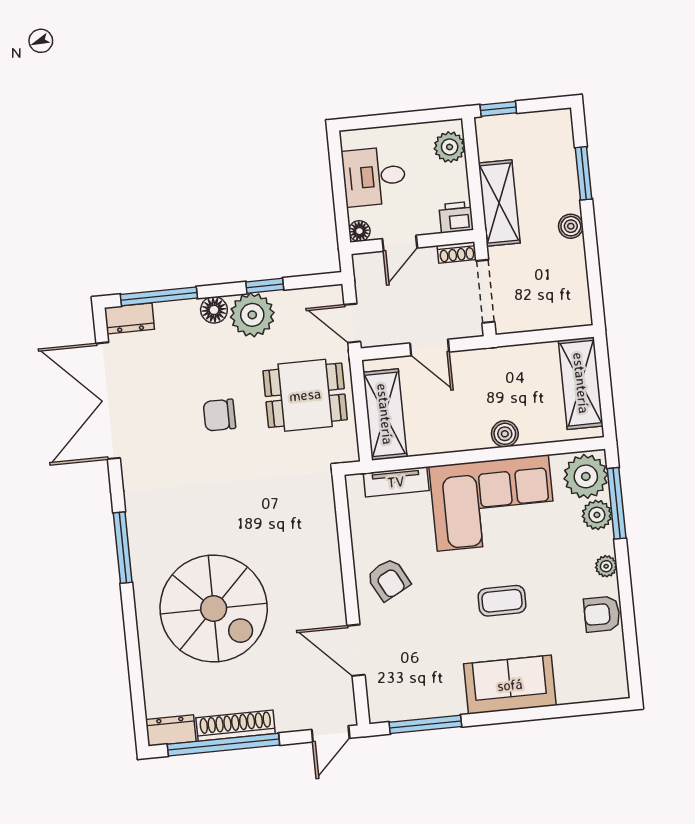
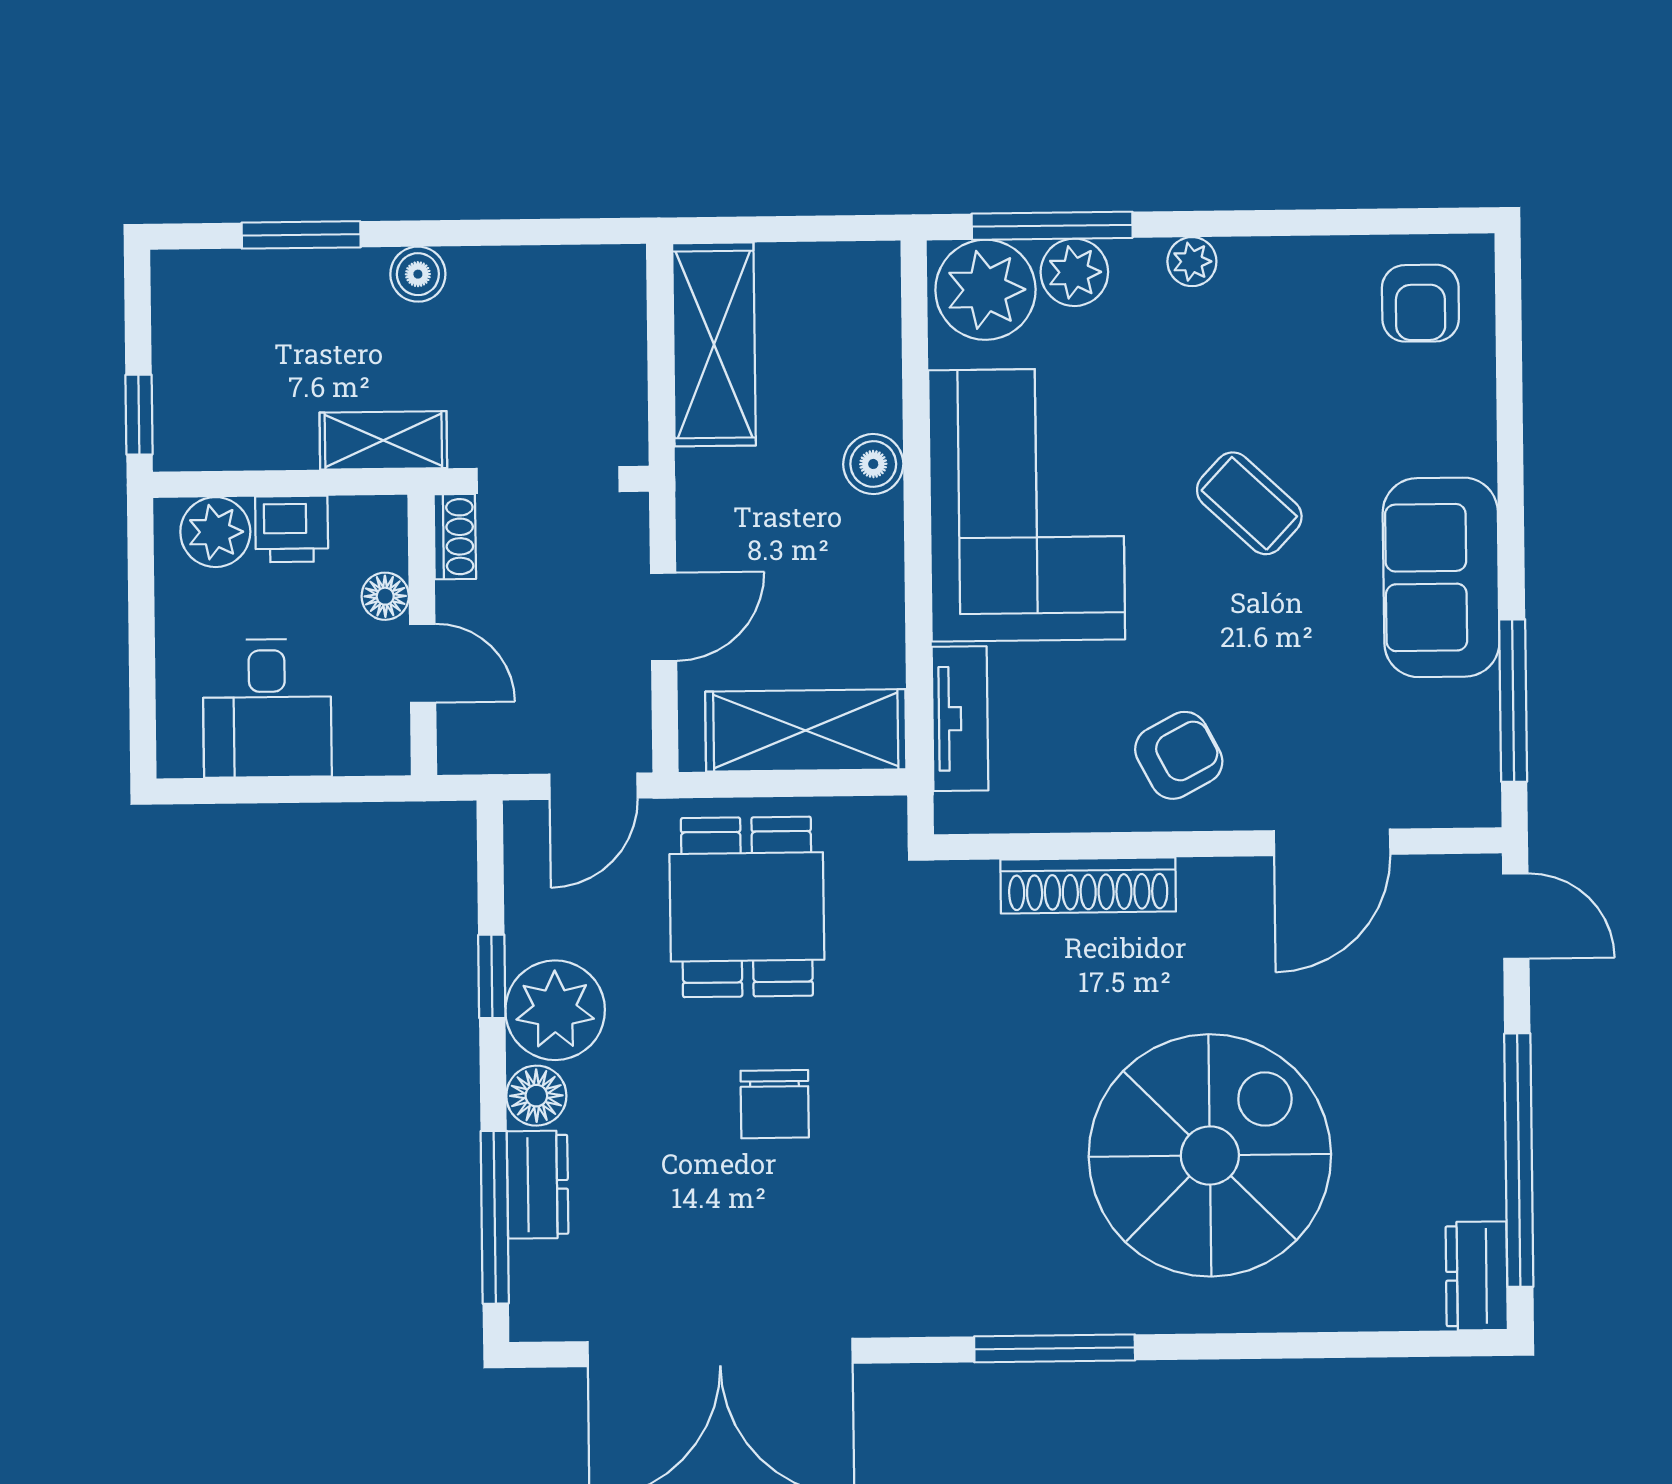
shelving: (499, 203) -> (383, 440), width x0.67, depth x0.75
printer: (456, 217) -> (292, 529), moved, turned -90
floor lamp: (359, 231) -> (385, 596), moved
dresser: (130, 318) -> (538, 1185), moved
shelving: (581, 383) -> (714, 344), moved, turned 90
coffee table: (502, 601) -> (1249, 503), turned -47
armchair: (602, 614) -> (1420, 303), moved
sofa: (510, 685) -> (1441, 577), moved
shoe rack: (236, 726) -> (1088, 885), moved, turned -90

